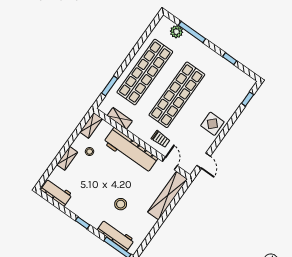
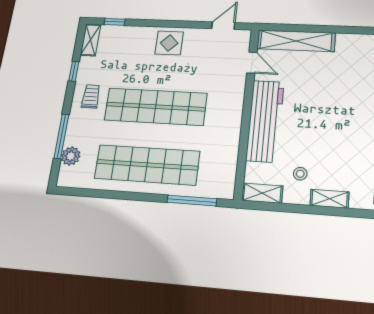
window: (110, 86) -> (192, 201), width x1.44
shelving: (120, 118) -> (91, 40), moved
trolley: (161, 139) -> (91, 96), moved
door: (170, 163) -> (252, 63), swing flipped
stool: (121, 204) -> (346, 91), removed

